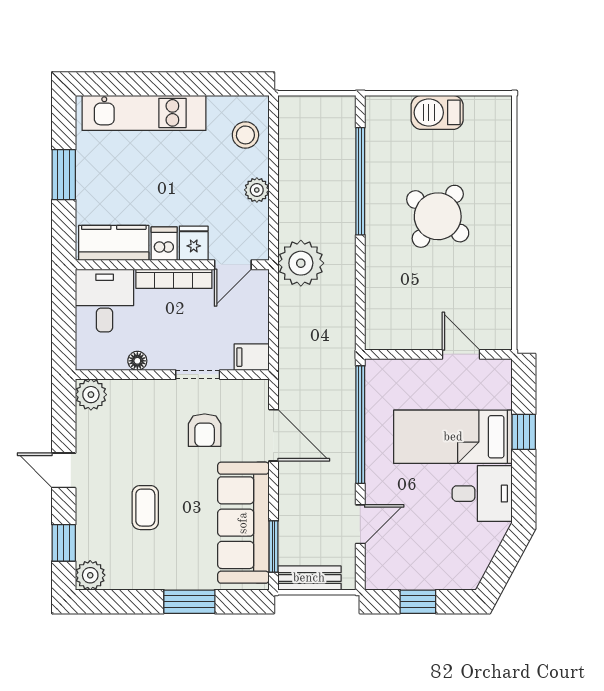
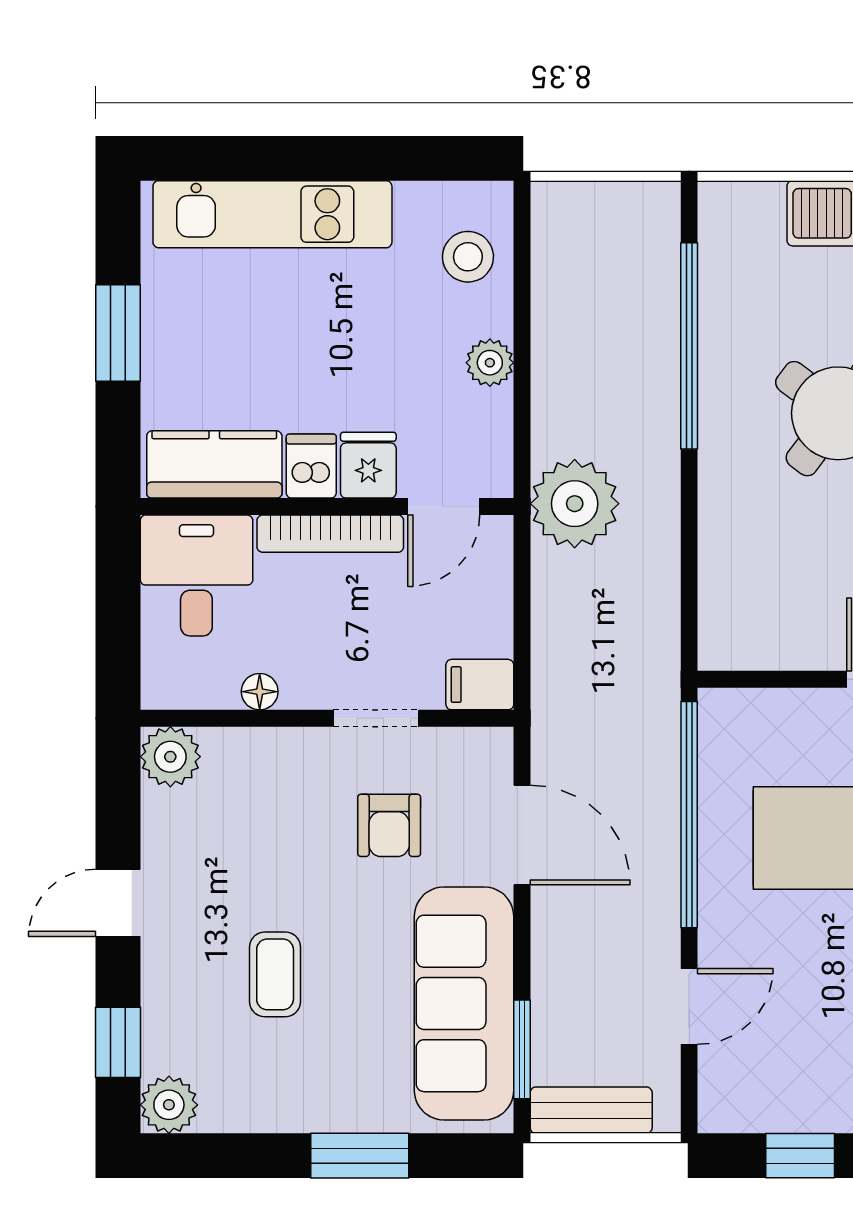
door: (64, 470) -> (118, 903), hinge flipped

